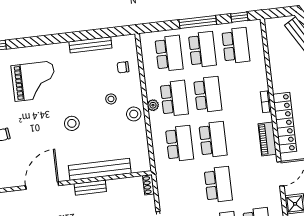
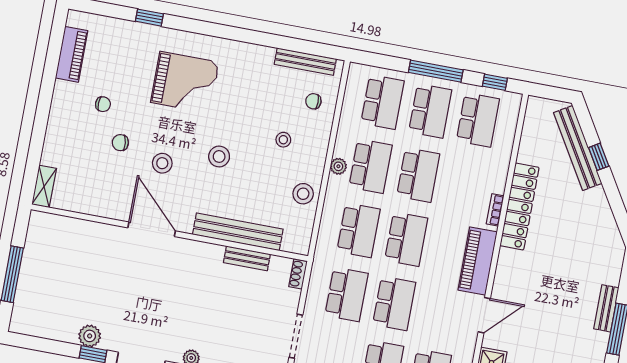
bench: (90, 45) -> (305, 62), moved
stool: (134, 114) -> (303, 194), moved
locker: (285, 123) -> (519, 206), moved
piano: (267, 139) -> (478, 261), width x1.37, depth x1.33
stool: (35, 140) -> (162, 163), added
door: (42, 186) -> (152, 229), hinge flipped
bench: (90, 188) -> (247, 258), moved
school desk: (185, 188) -> (346, 294), added

